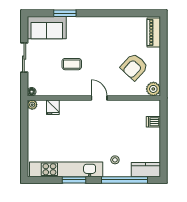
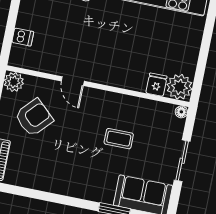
door: (99, 98) -> (73, 81), moved
plant: (32, 105) -> (179, 87), width x1.88, depth x1.88

